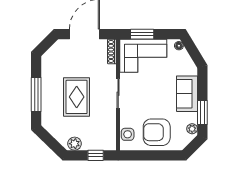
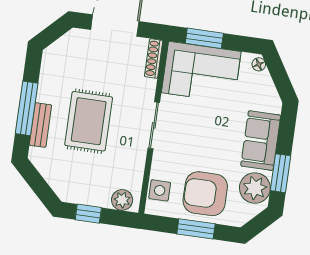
bench: (46, 104) -> (40, 125), added
plant: (192, 129) -> (255, 188), width x1.88, depth x1.88
plant: (75, 144) -> (122, 200), moved
window: (96, 155) -> (88, 214), moved
window: (154, 155) -> (196, 229), added

